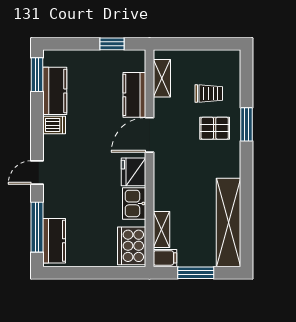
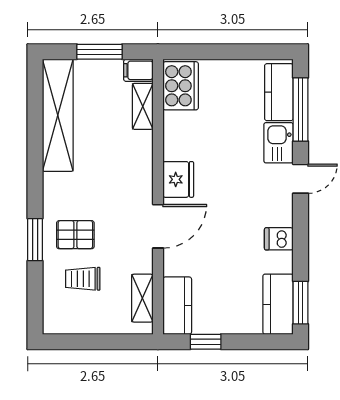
kitchen counter: (55, 91) -> (278, 304), moved
kitchen counter: (134, 95) -> (177, 306), moved
kitchen sink: (134, 203) -> (278, 143), moved, turned 180

